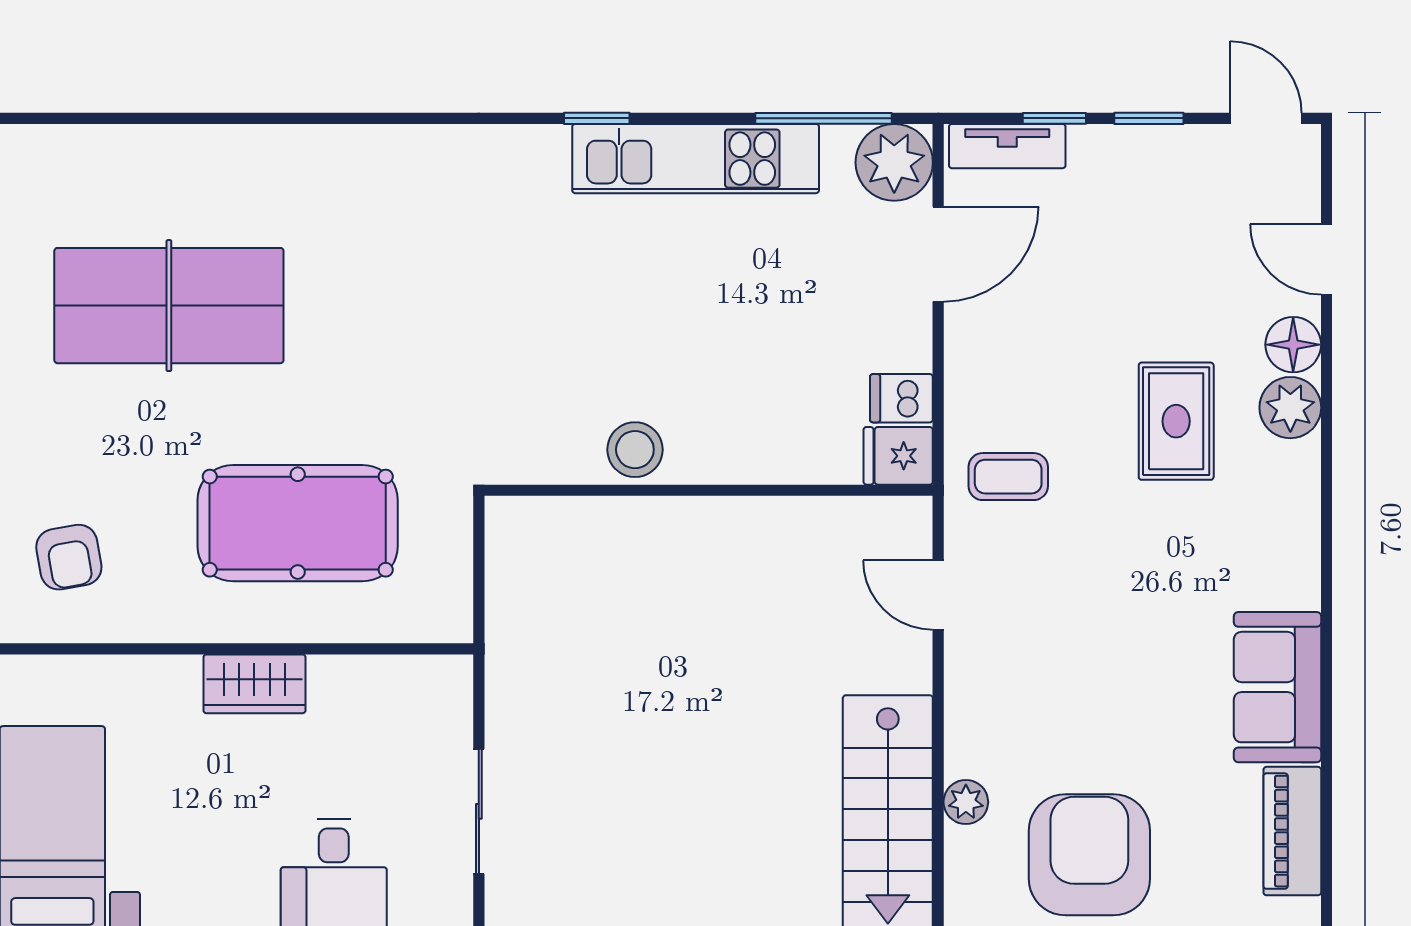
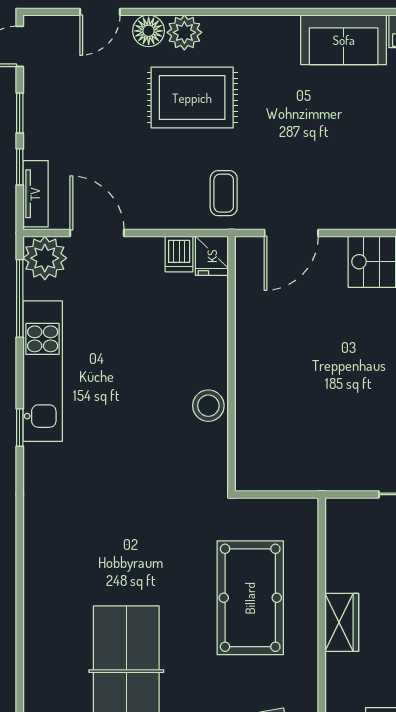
rug: (1176, 421) -> (192, 98), width x1.36, depth x1.43
door: (938, 595) -> (291, 233), width x1.38

